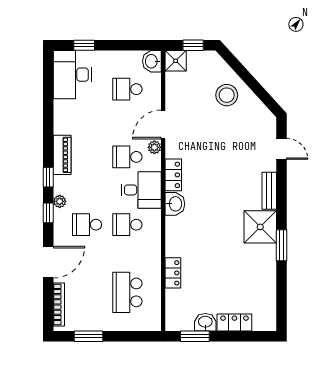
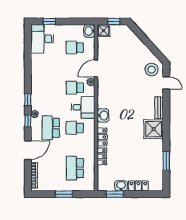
stool: (227, 95) -> (152, 70), moved
piano: (62, 155) -> (36, 86), removed
locker: (173, 175) -> (102, 137), moved
school desk: (87, 225) -> (51, 128), width x1.85
window: (282, 245) -> (166, 161), moved
window: (88, 336) -> (64, 194), moved

